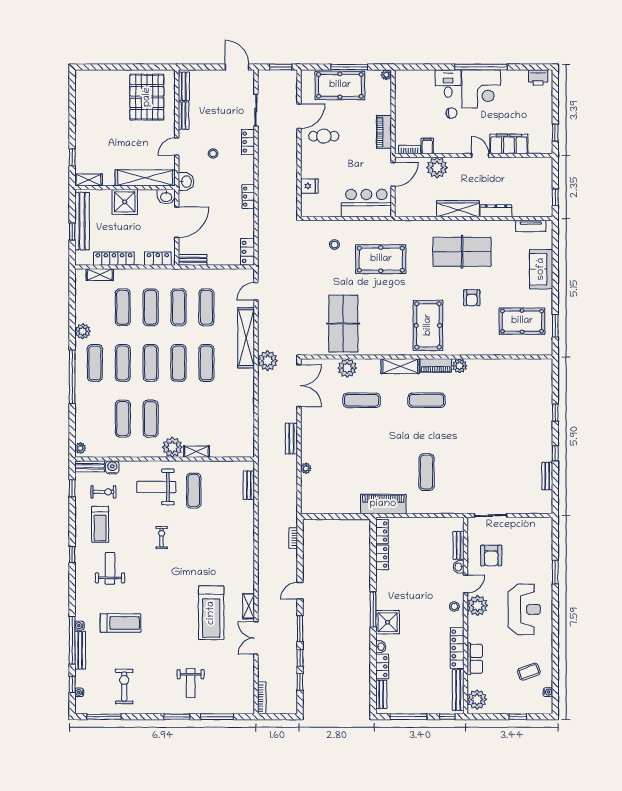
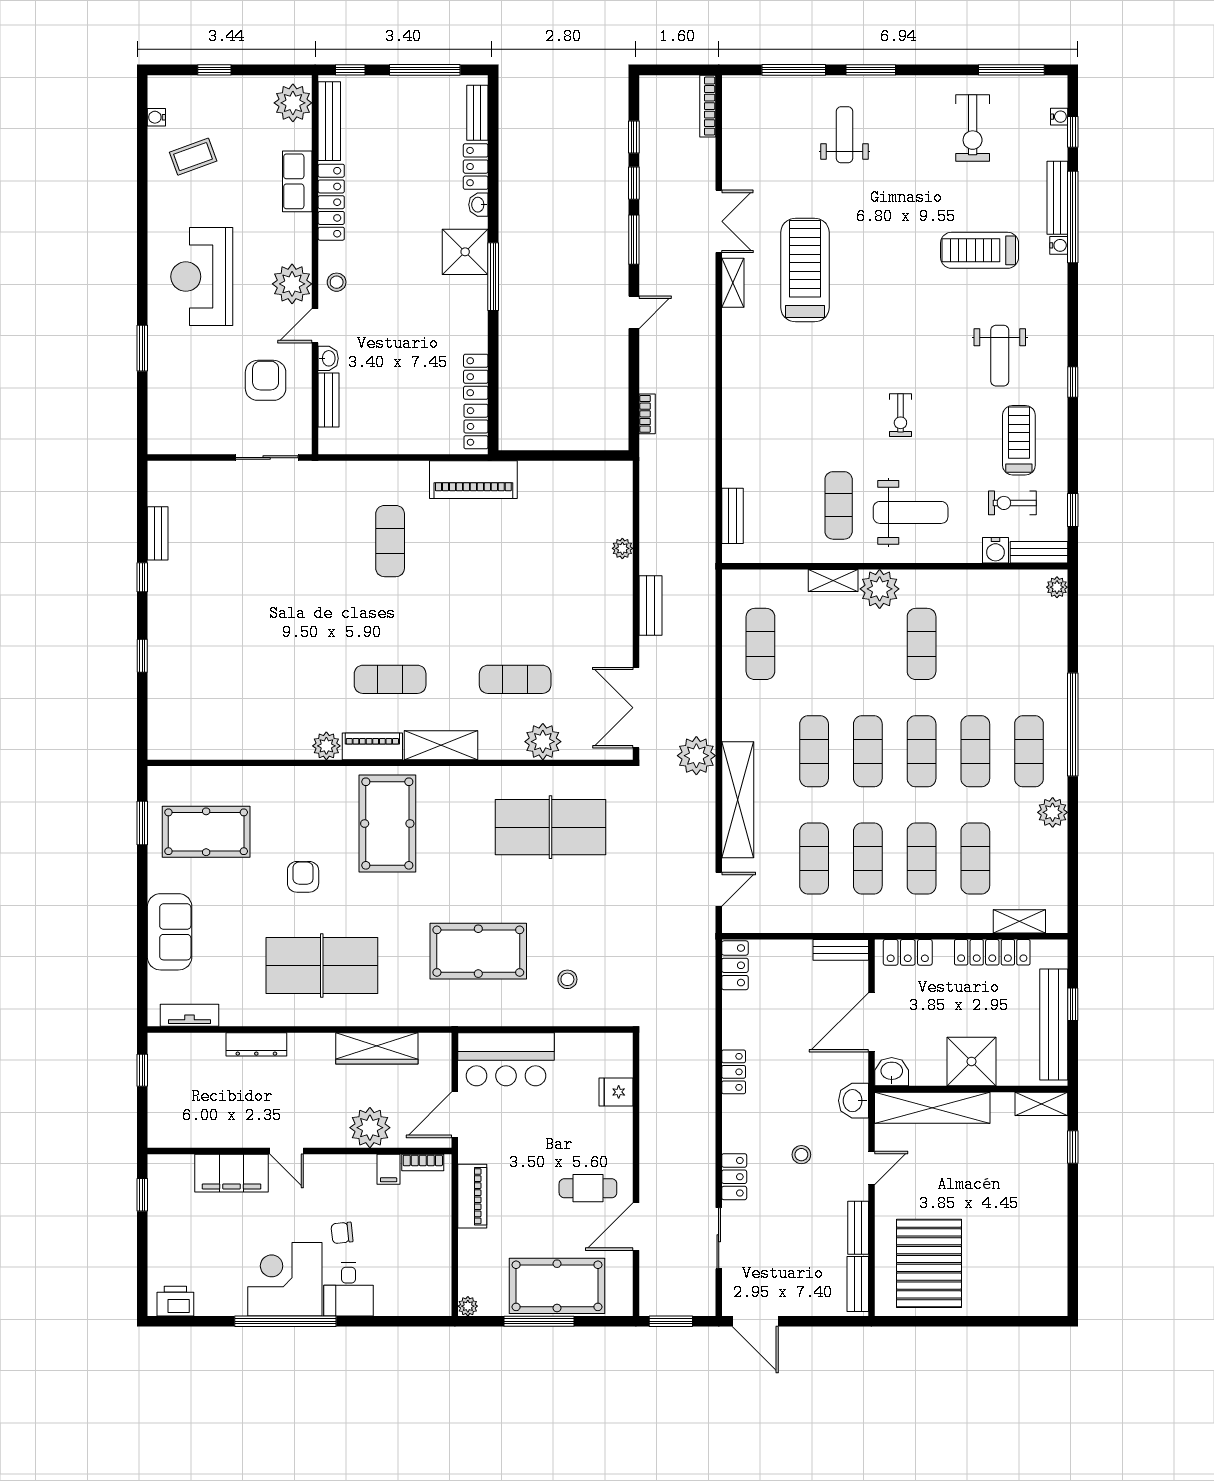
wardrobe: (458, 209) -> (377, 1048), moved
table tennis table: (343, 324) -> (551, 827), turned 90
exercise mat: (123, 419) -> (760, 644), moved

